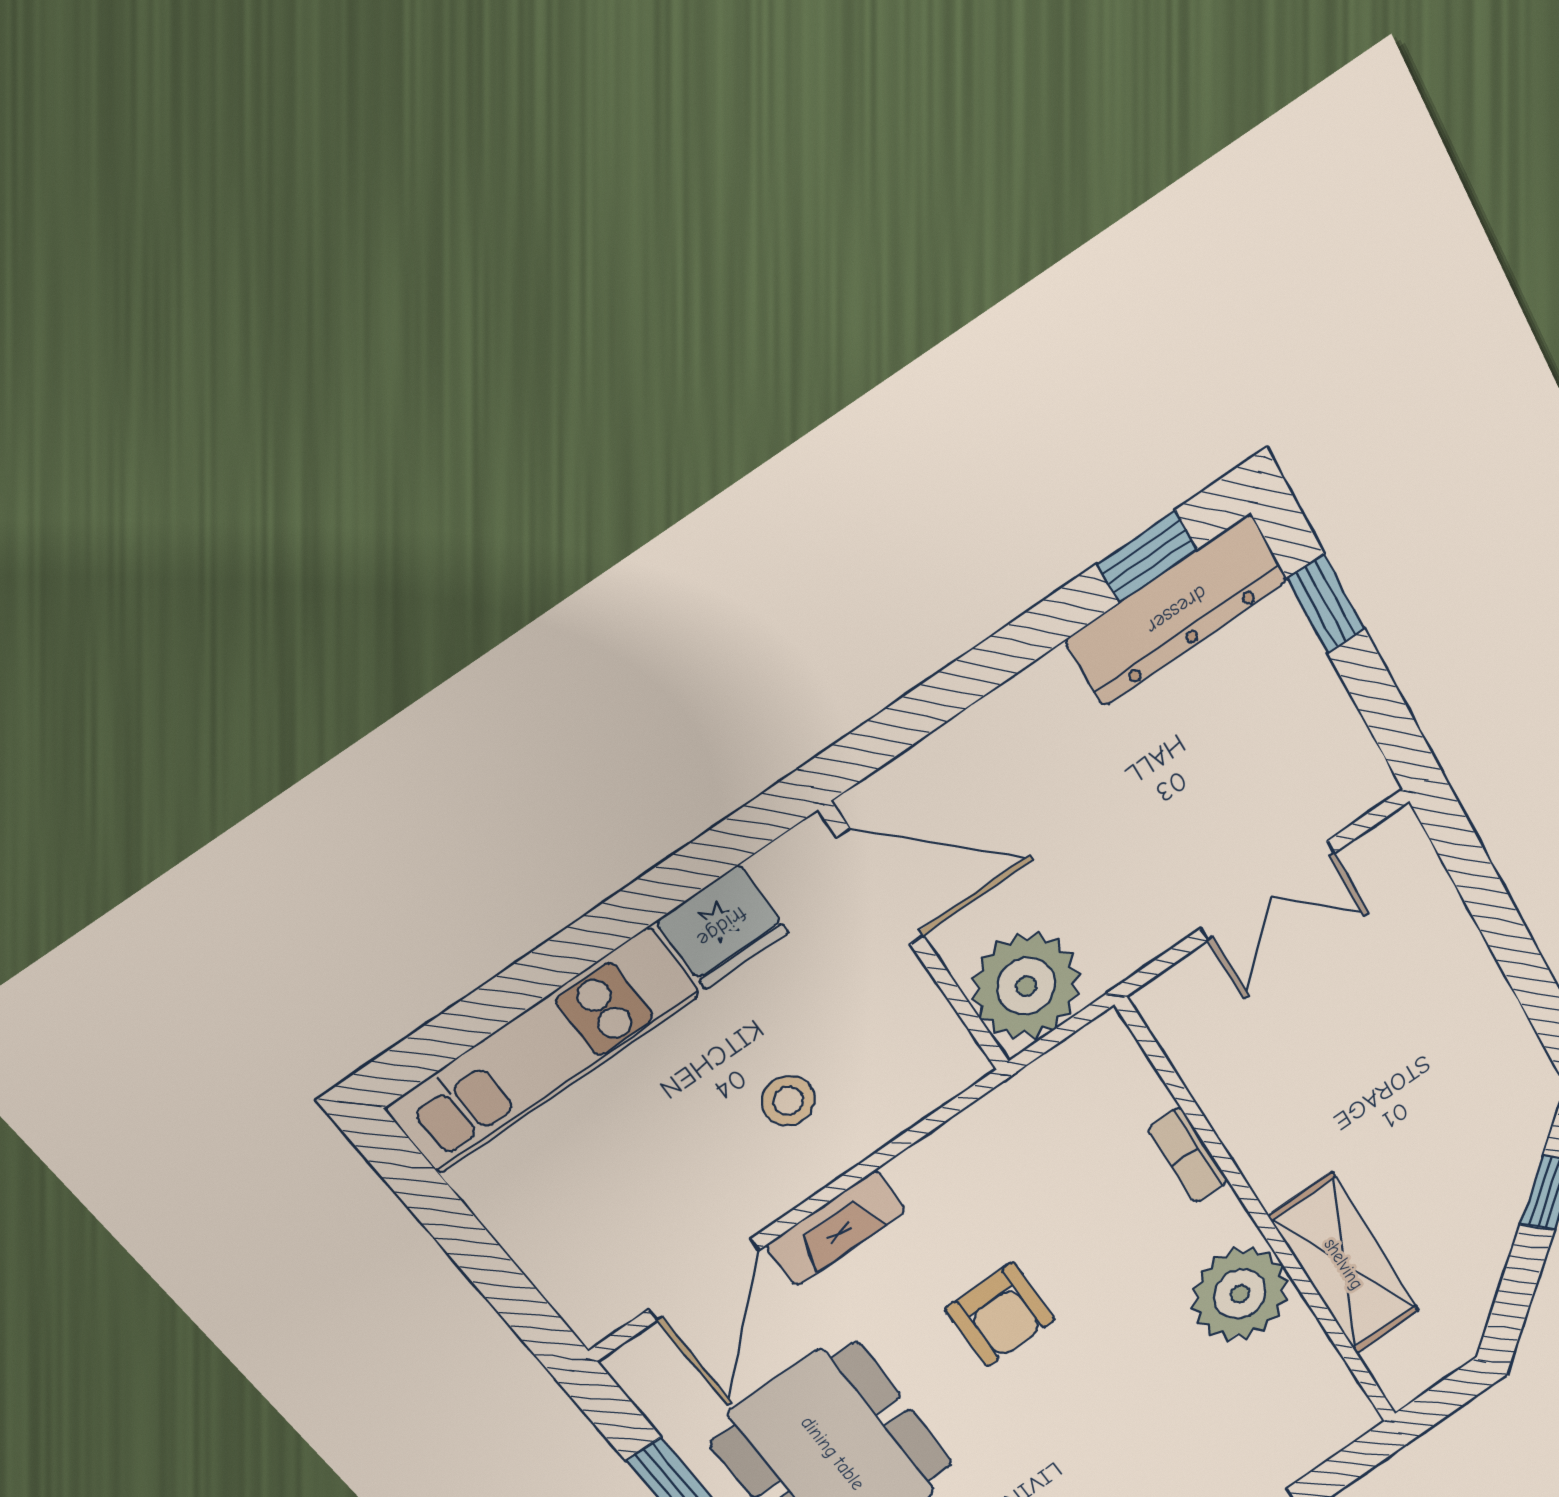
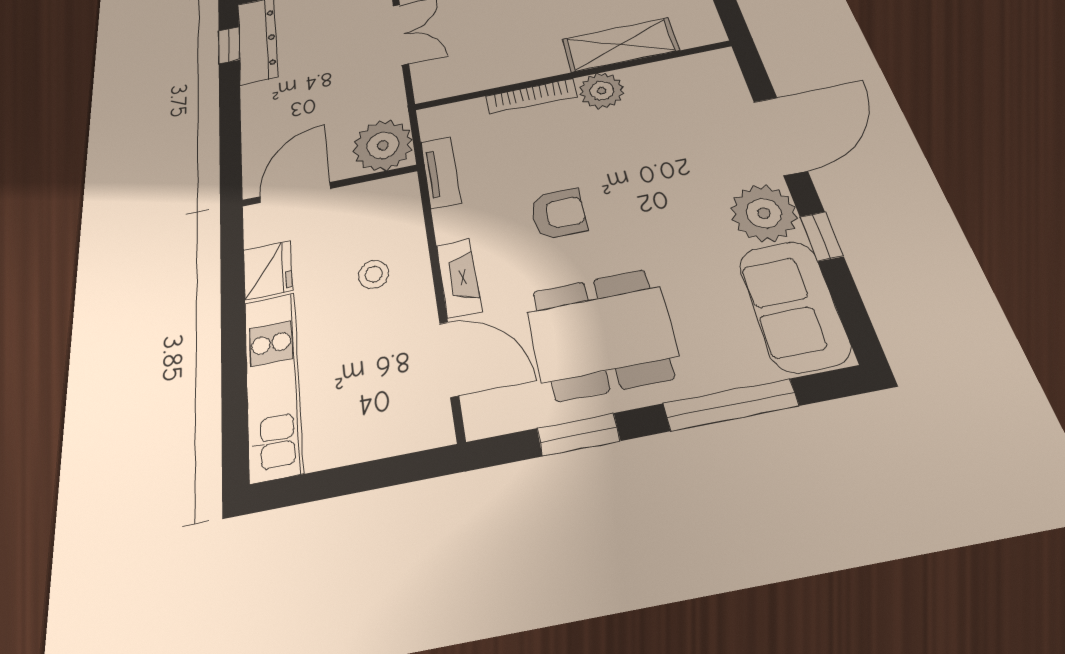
tv unit: (1008, 1108) -> (441, 172), added
bookcase: (1188, 1155) -> (531, 96), width x1.56
plant: (1240, 1294) -> (602, 91), width x0.73, depth x0.73

